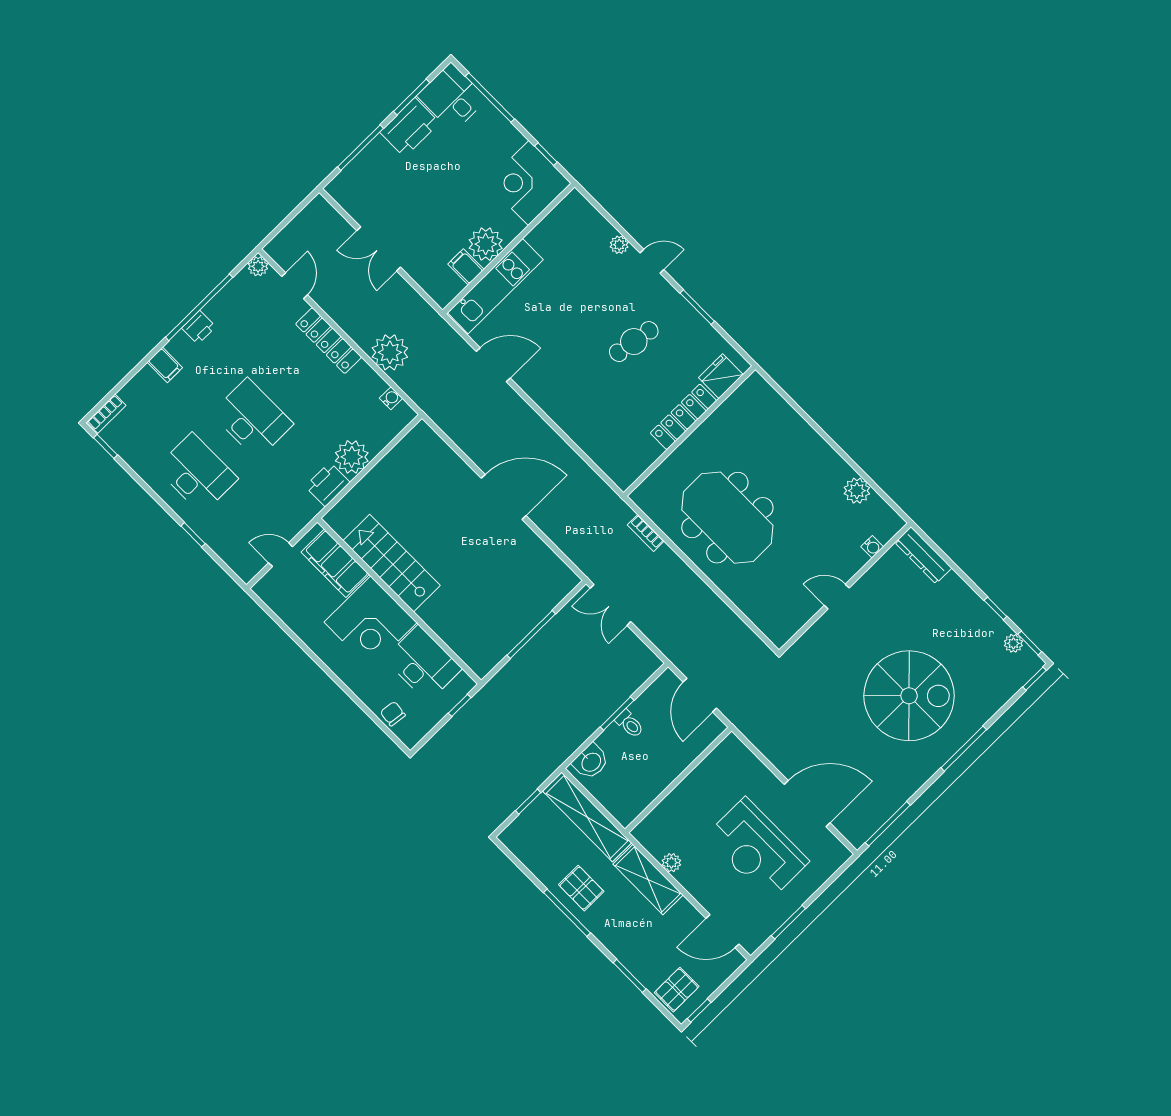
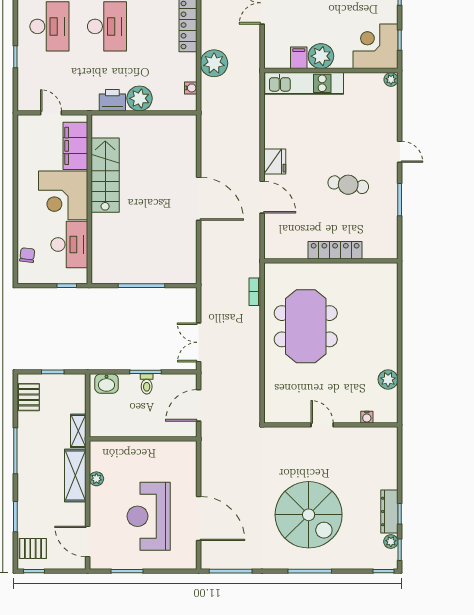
plant: (619, 245) -> (391, 79), moved
door: (493, 365) -> (262, 197), moved
fridge: (721, 376) -> (275, 161), moved, turned 90
dresser: (923, 555) -> (389, 512), moved
double door: (610, 605) -> (199, 342), moved
shelving: (587, 817) -> (78, 431), width x0.45, depth x0.75
pallet: (581, 888) -> (29, 397), moved

